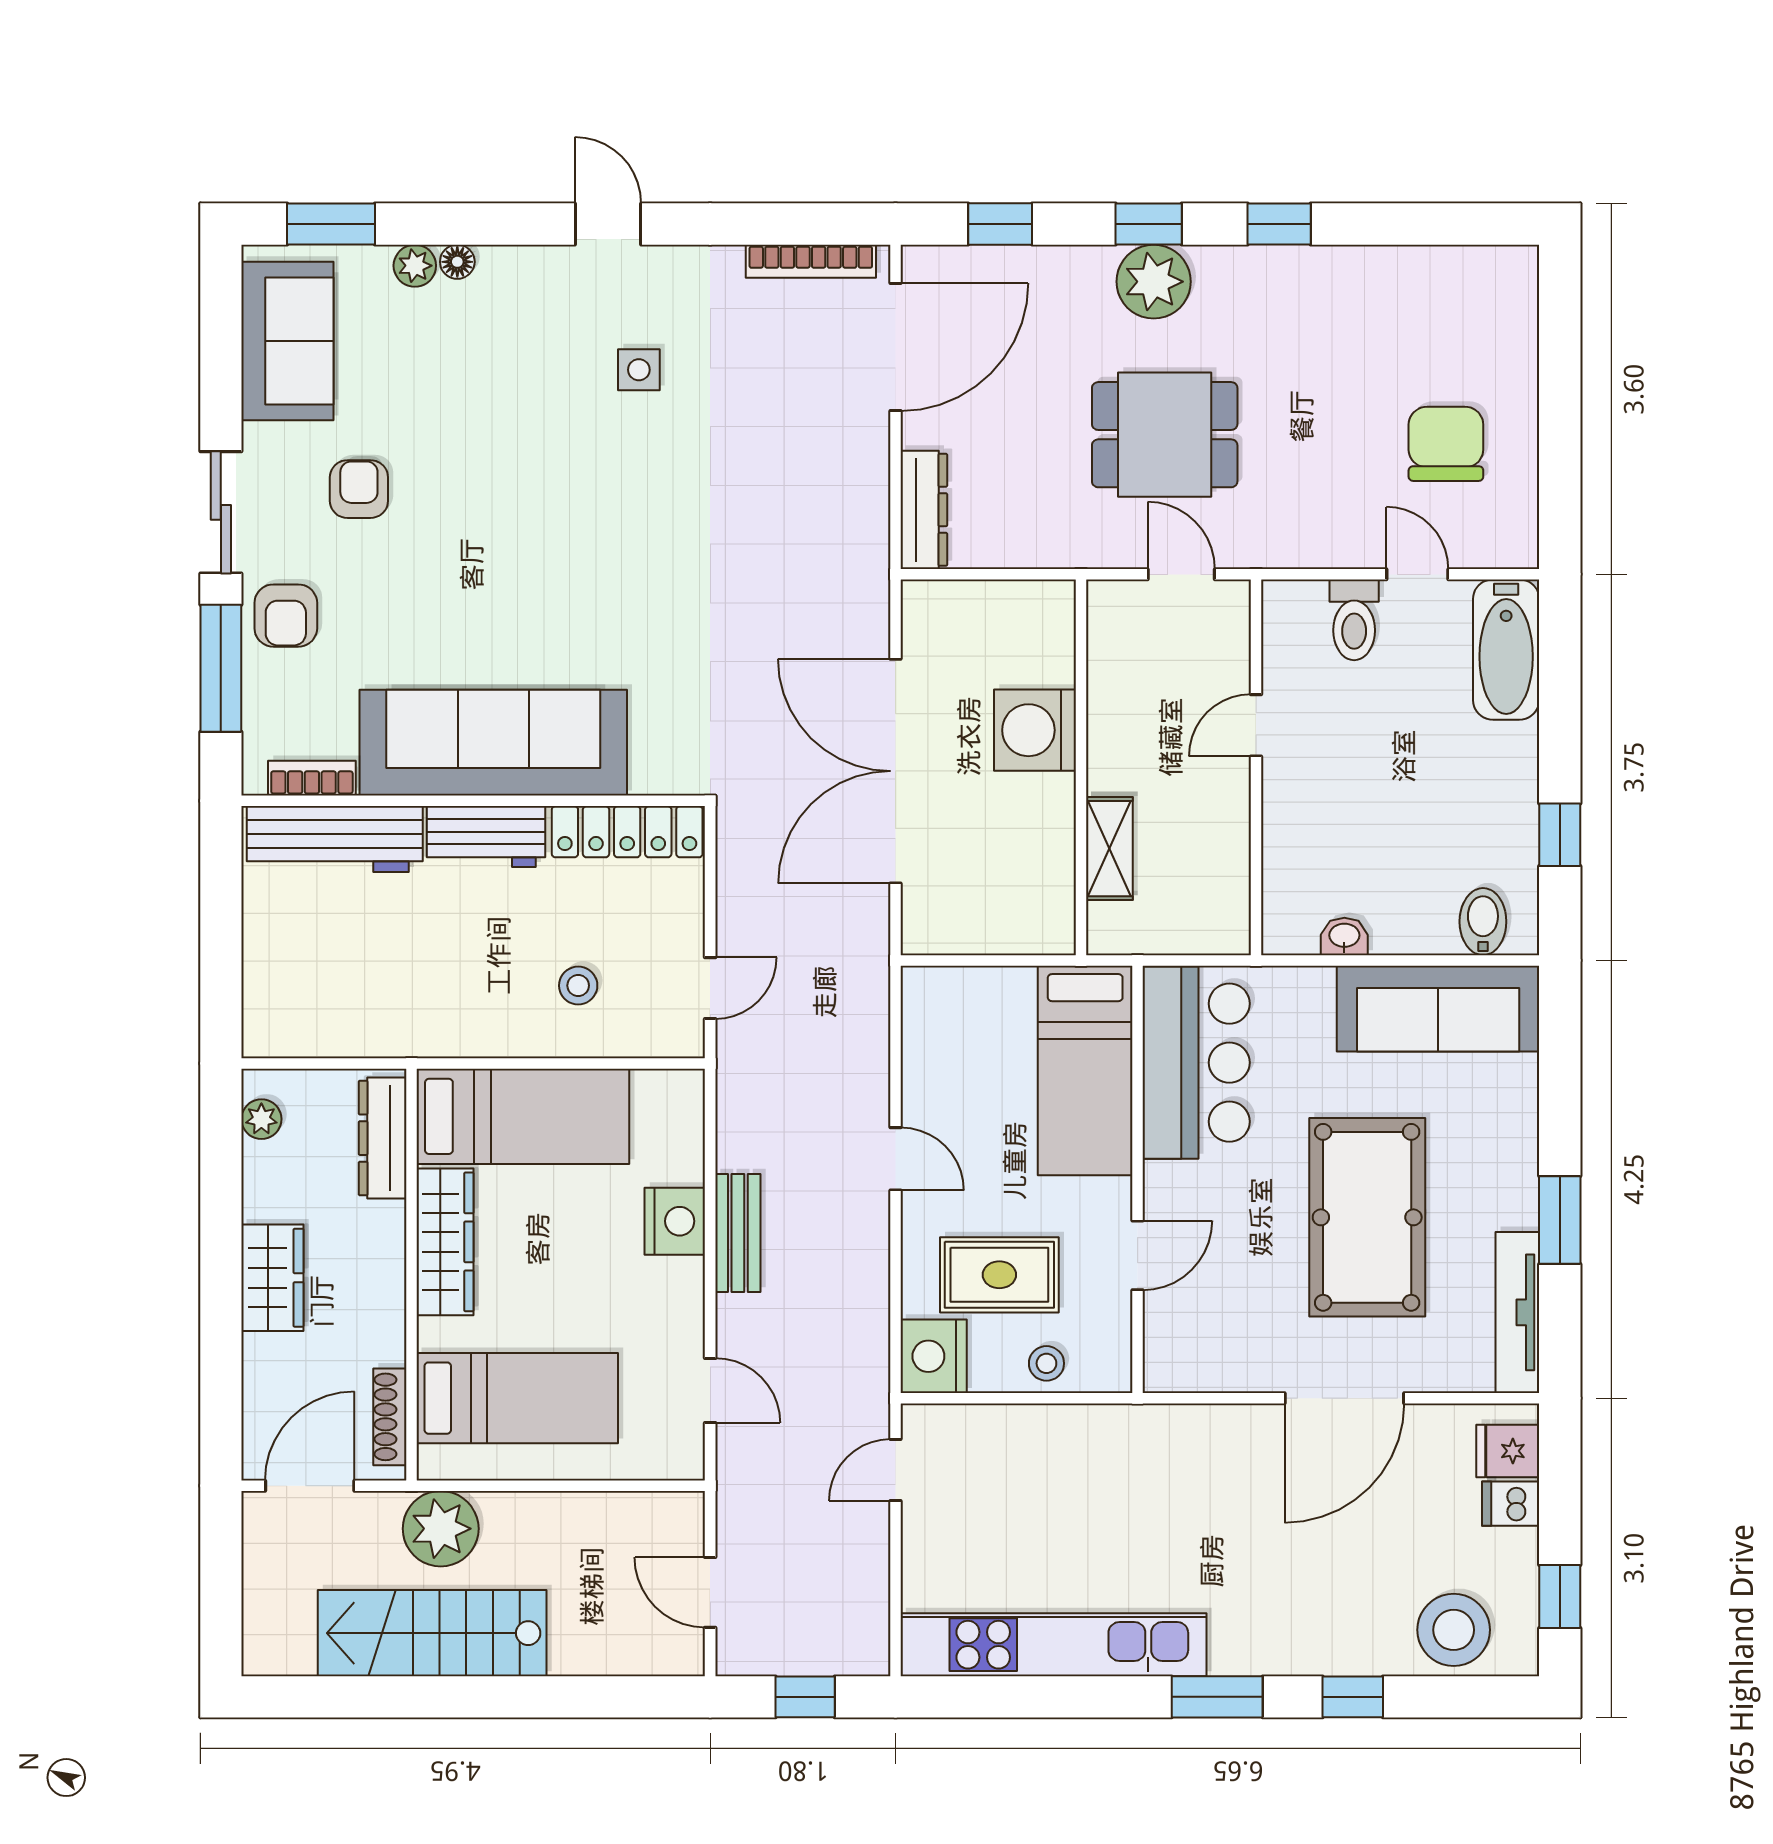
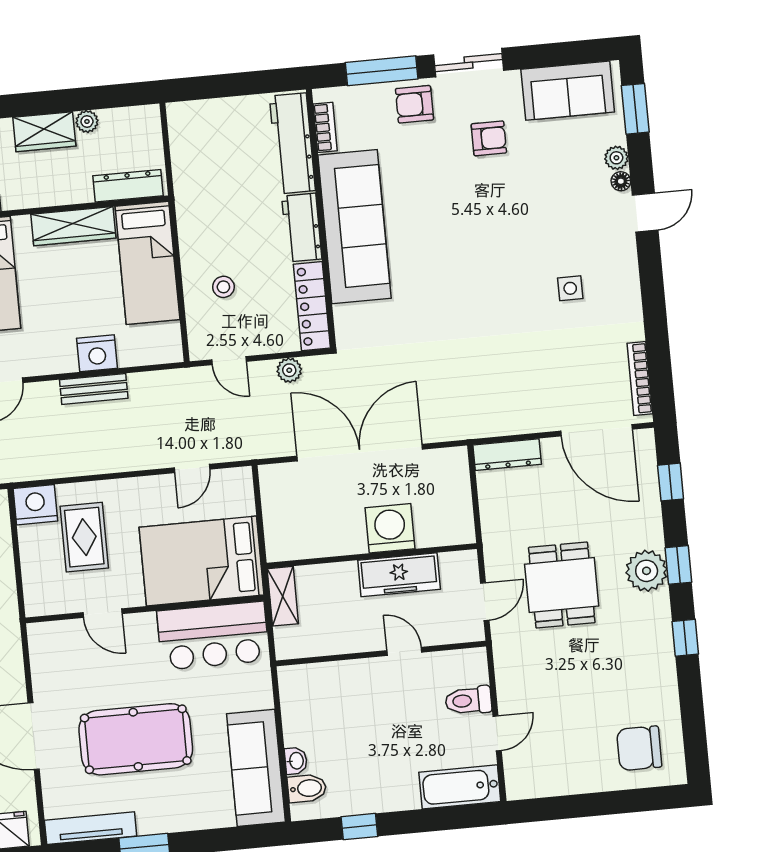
door: (608, 224) -> (645, 213), moved
chair: (1446, 444) -> (639, 748), moved, turned 180
freezer: (1119, 722) -> (399, 575), added
shelving: (1109, 849) -> (283, 596), moved, turned 90
plant: (737, 883) -> (289, 370), added
washbasin: (1344, 936) -> (296, 761), moved
bed: (1085, 1071) -> (202, 561), width x1.50
plant: (261, 1119) -> (87, 121), moved
door: (896, 1159) -> (192, 468), moved
stool: (1046, 1363) -> (37, 568), removed

